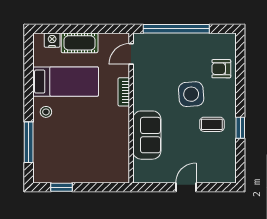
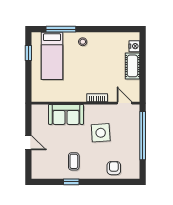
bed: (66, 82) -> (52, 56), moved
side table: (191, 94) -> (101, 133), moved

